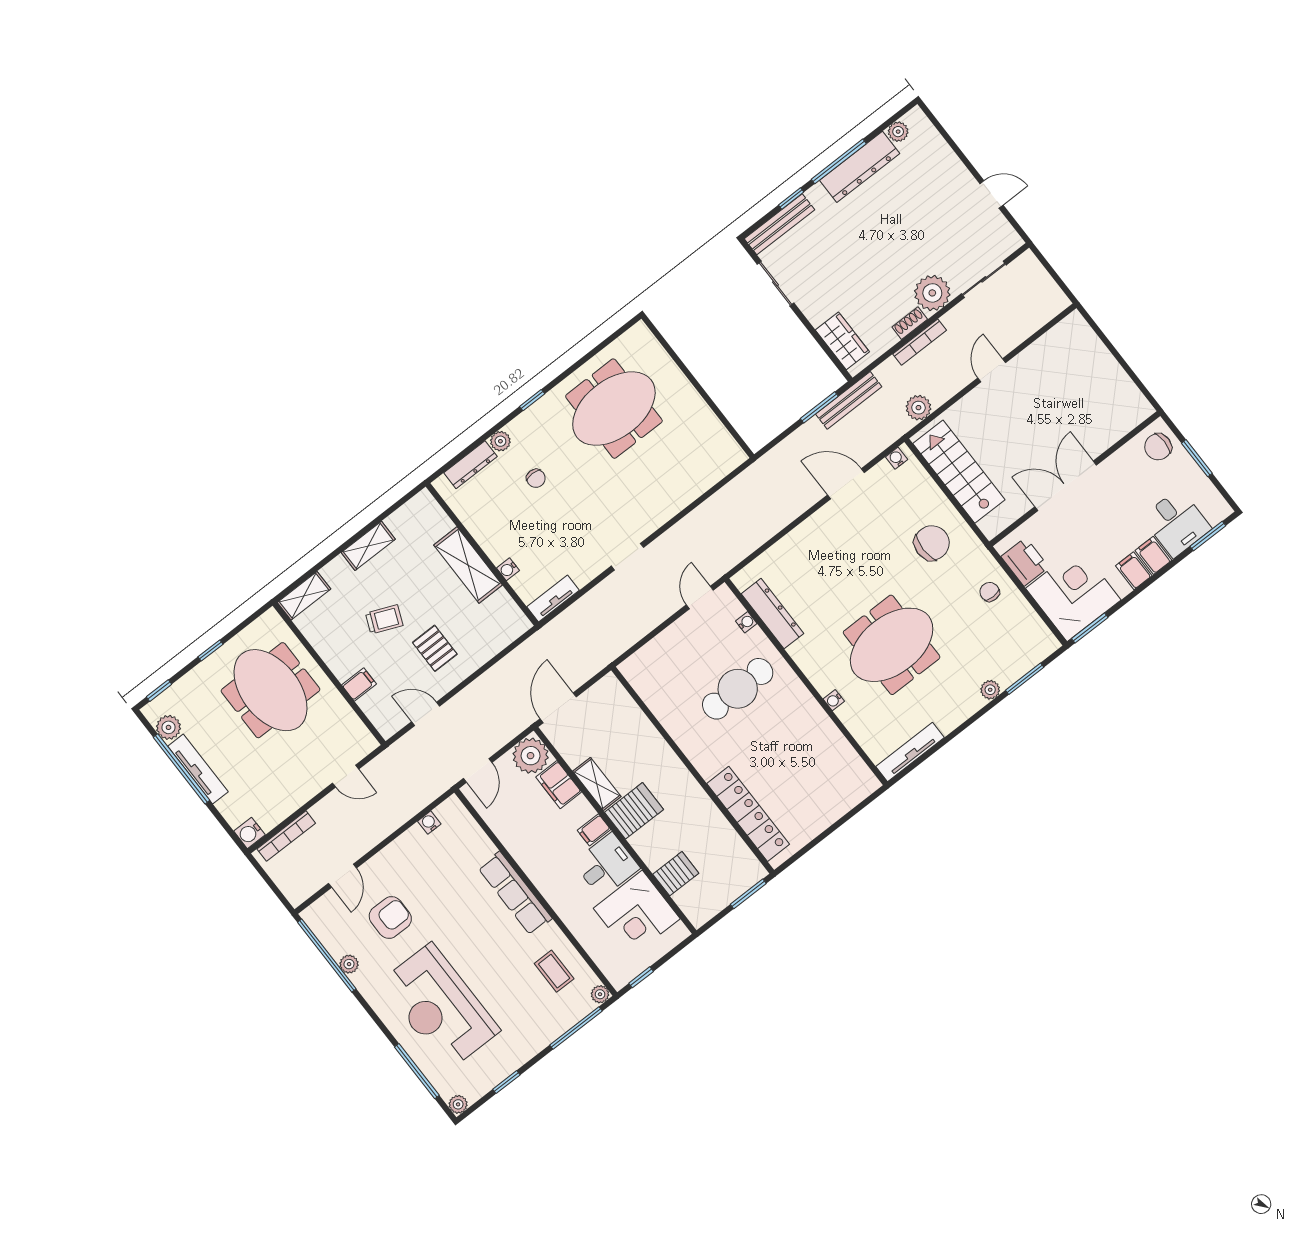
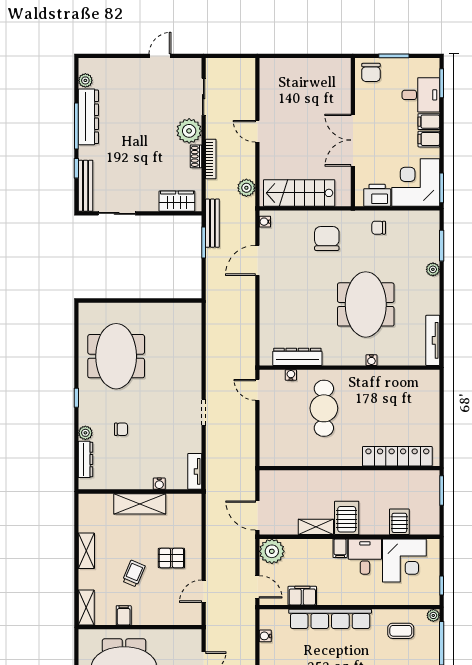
filing cabinet: (359, 685) -> (124, 615), moved
filing cabinet: (559, 785) -> (302, 596), moved, turned 180
row of seats: (515, 893) -> (330, 619), width x1.36

